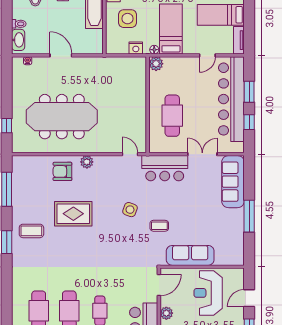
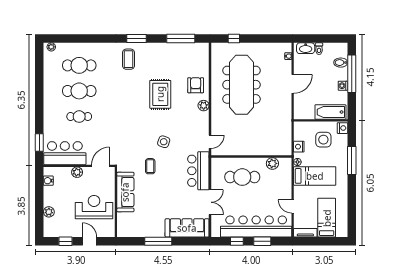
plant: (156, 64) -> (272, 163), moved
coffee table: (31, 231) -> (128, 59), moved
door: (159, 285) -> (101, 166), swing flipped

